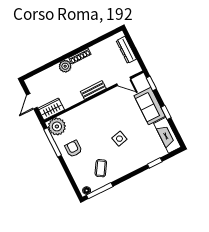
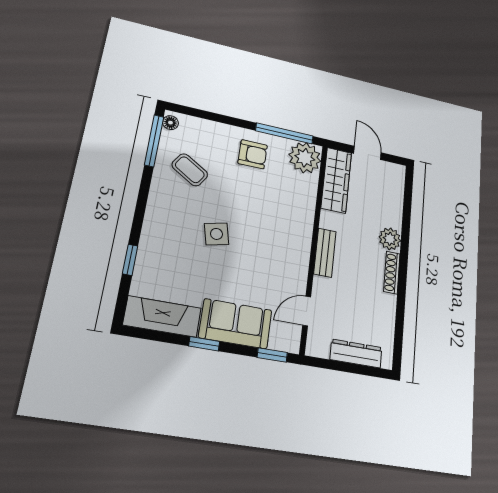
wardrobe: (51, 109) -> (336, 180), width x1.50

